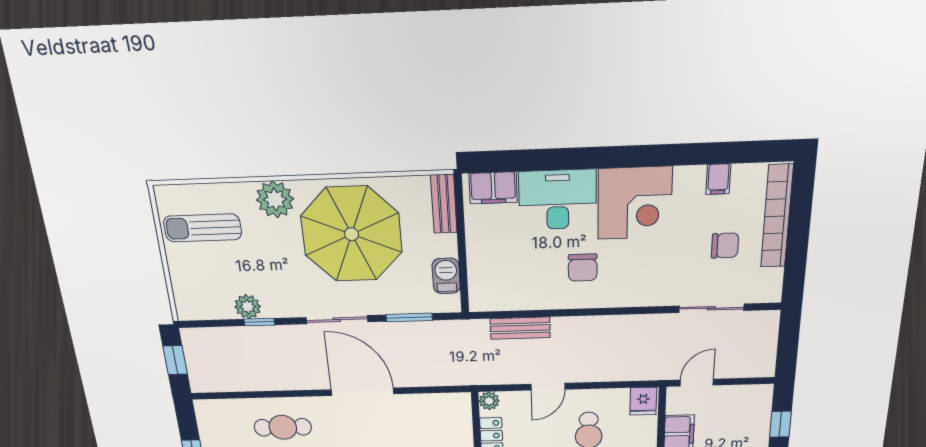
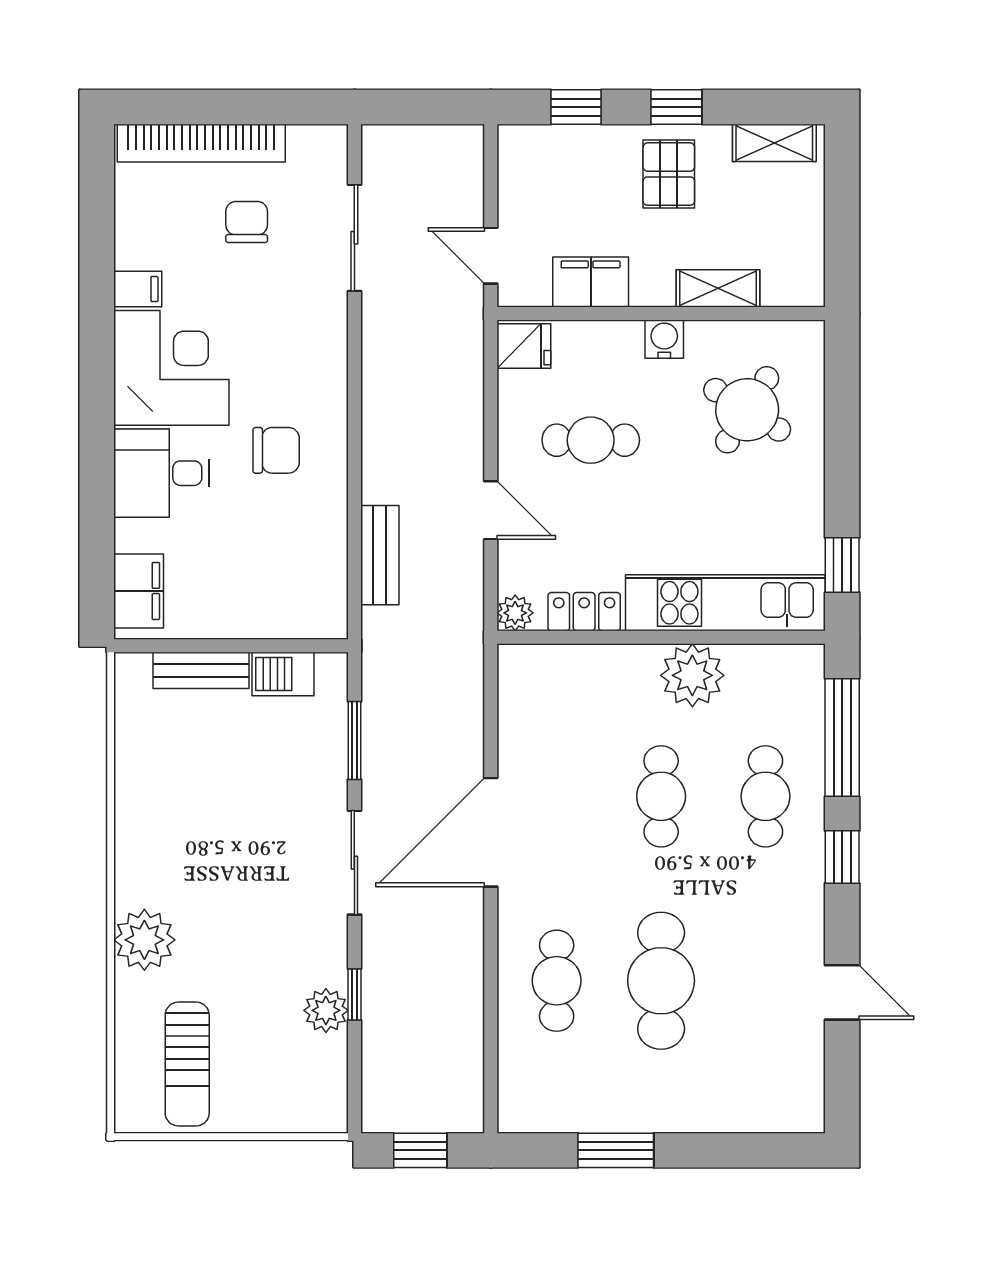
filing cabinet: (718, 179) -> (138, 289), moved
desk: (558, 200) -> (162, 473), width x0.73
bench: (444, 204) -> (201, 670), moved
parasol: (352, 234) -> (206, 823), removed

